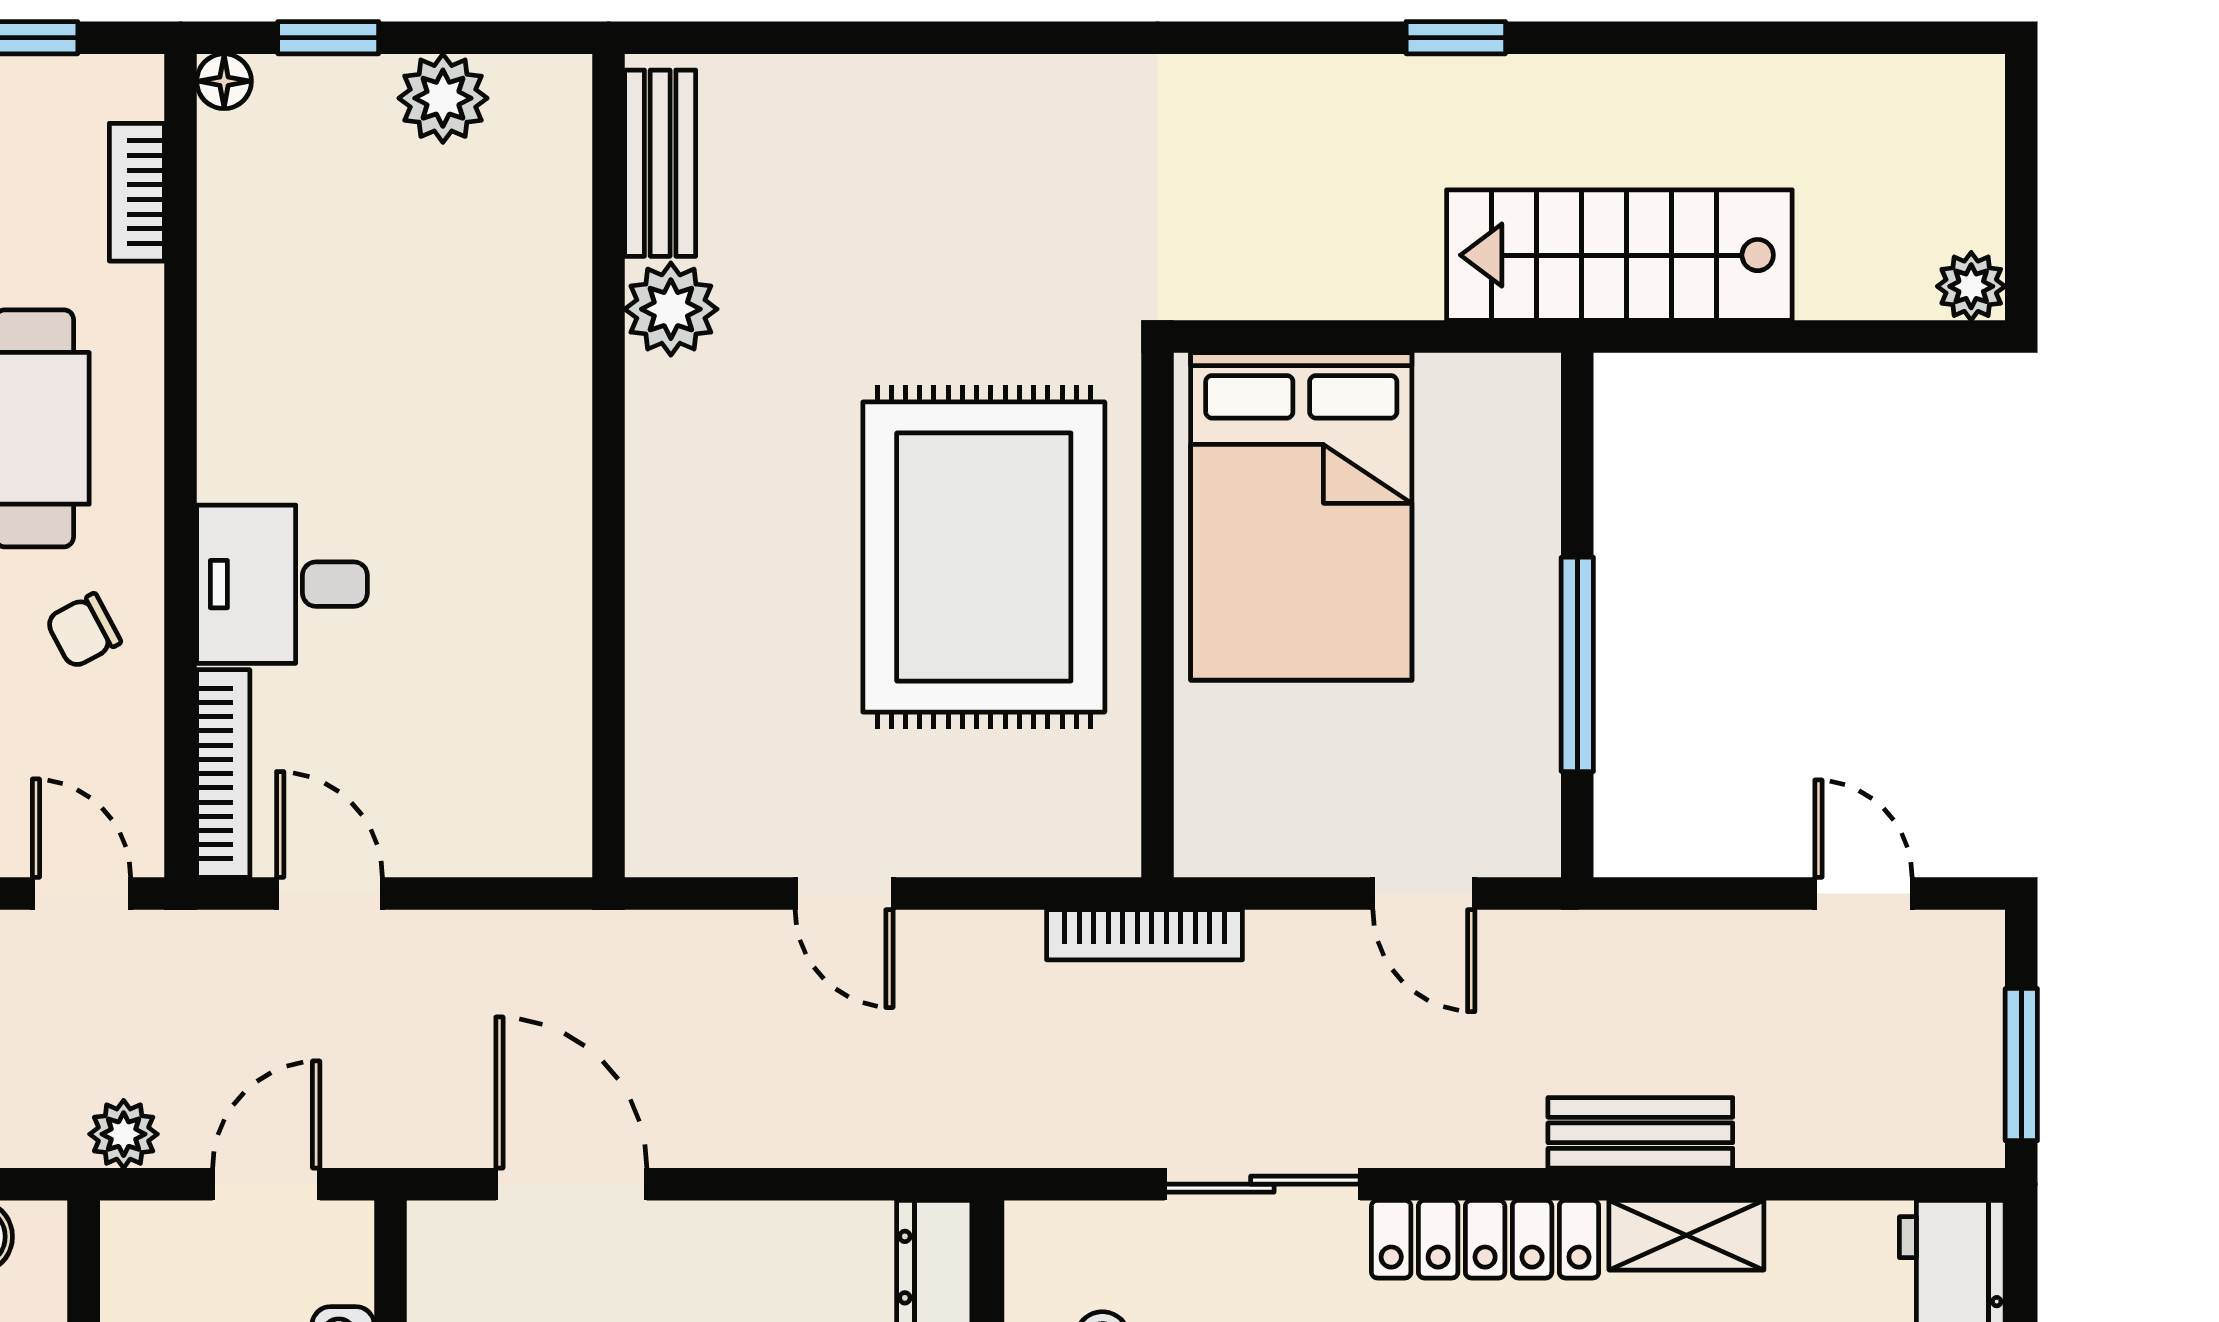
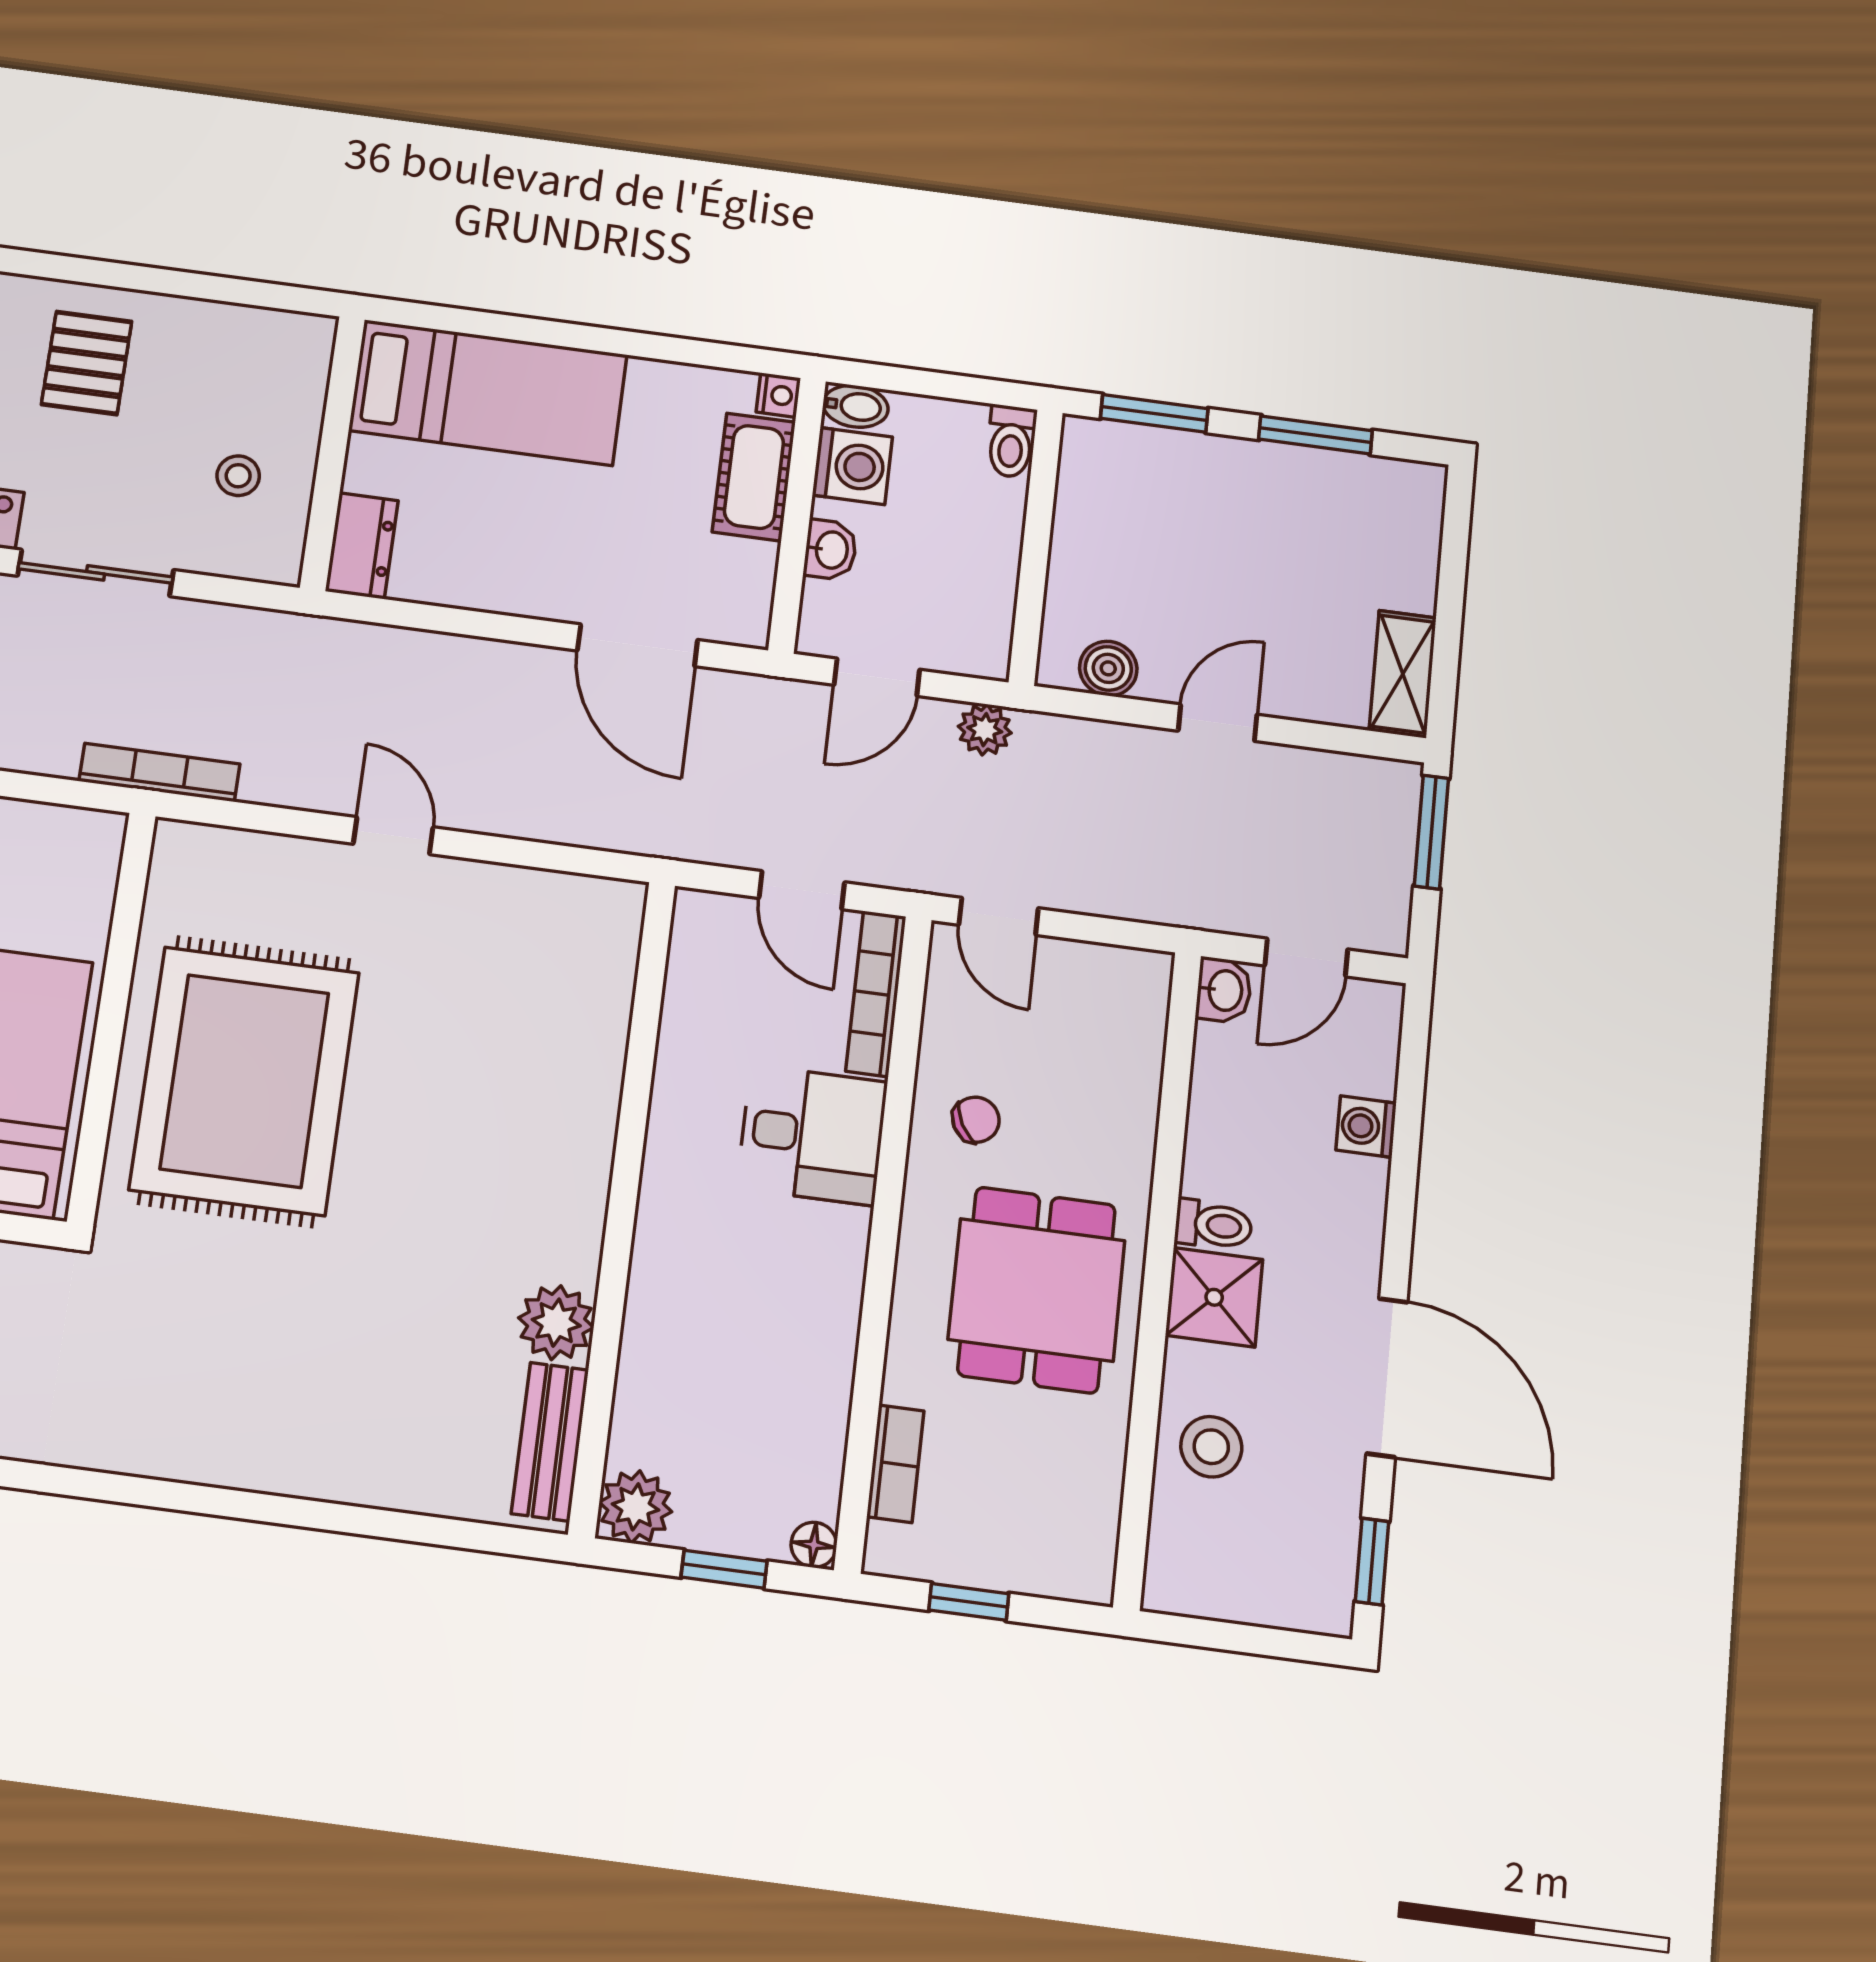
bench: (660, 163) -> (550, 1442), moved
plant: (671, 309) -> (556, 1323), moved
wall: (608, 466) -> (622, 1205), moved

